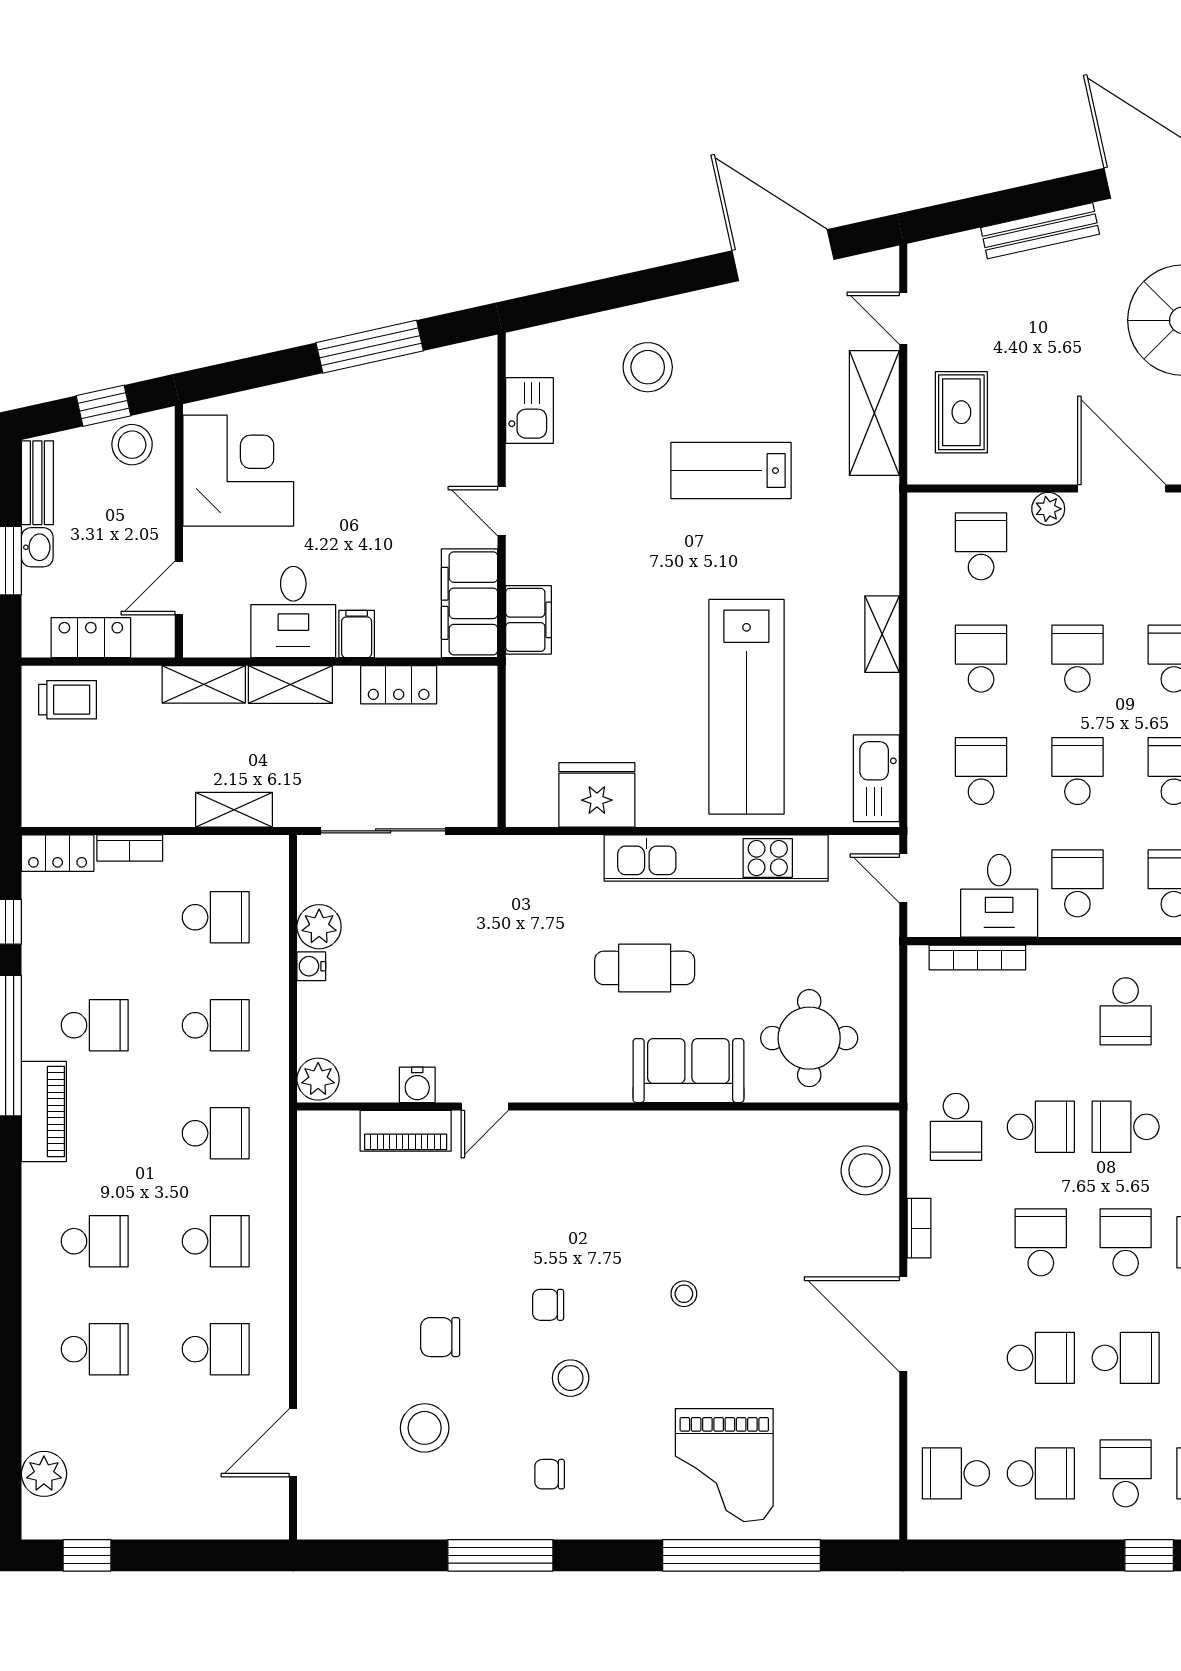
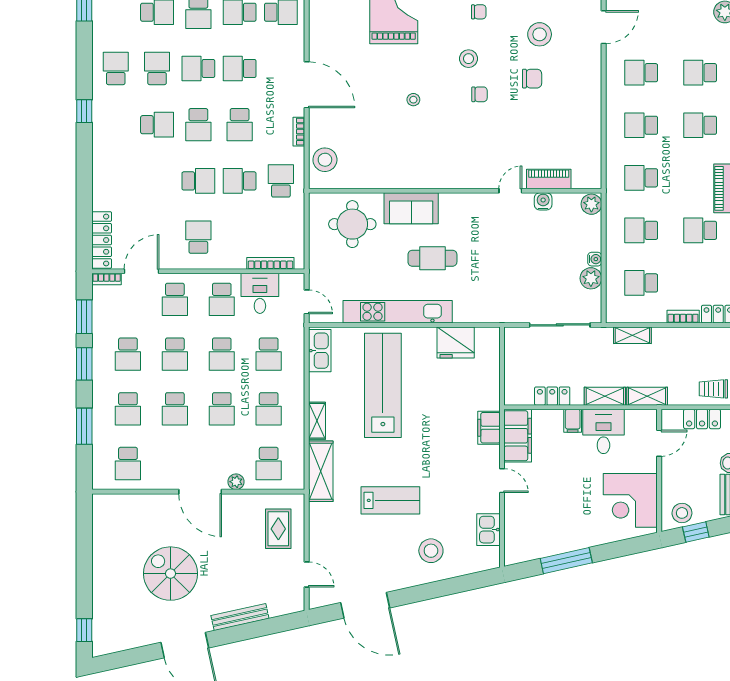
shelving: (874, 413) -> (321, 471), moved

